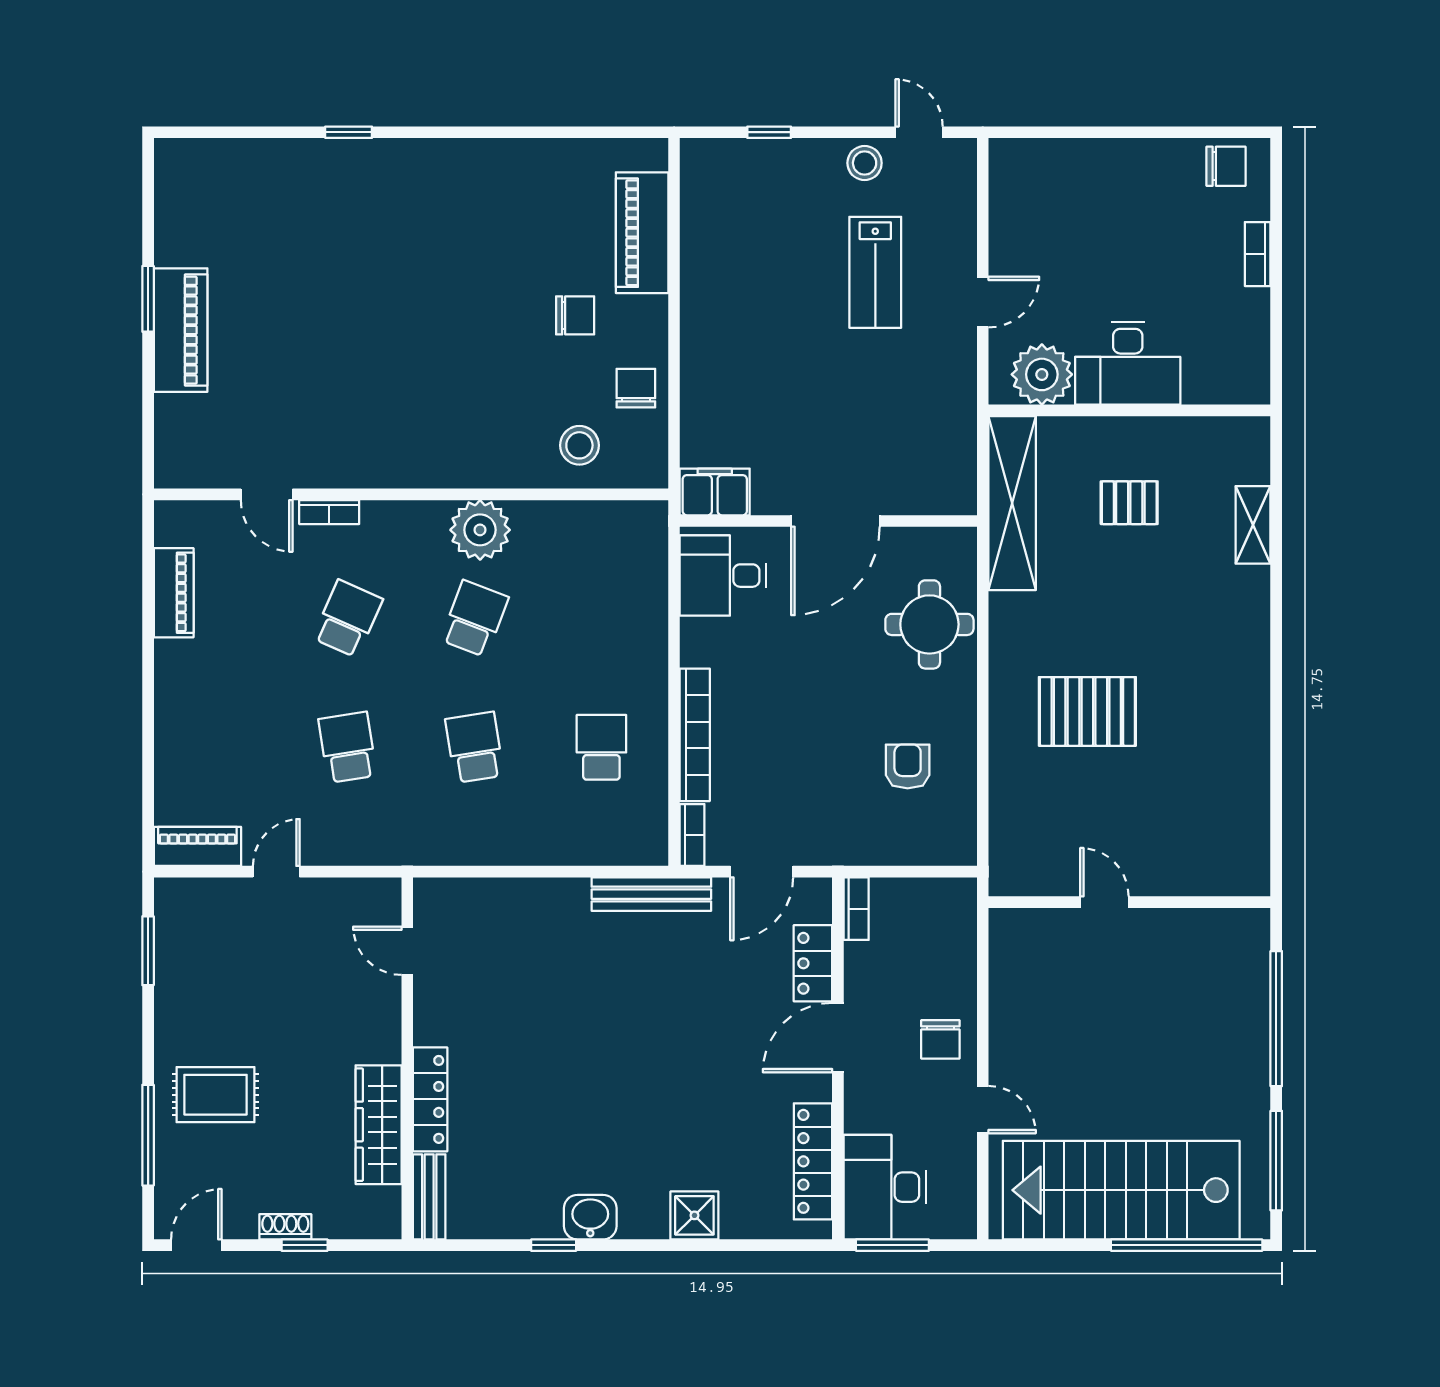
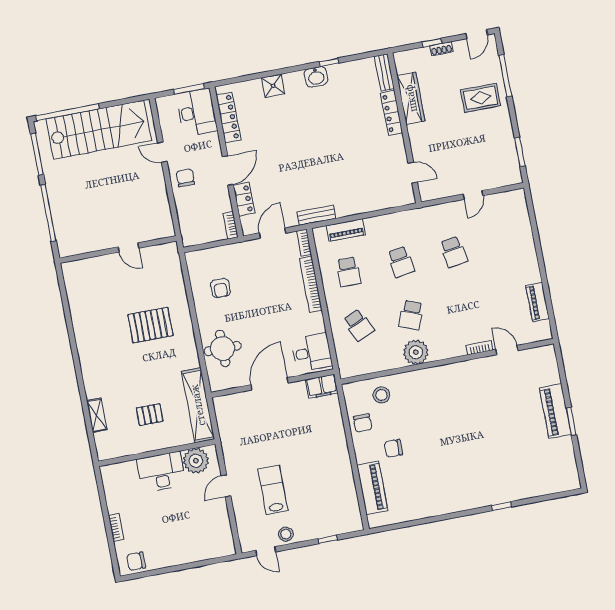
school desk: (348, 619) -> (359, 325), moved, turned -48
piano: (197, 846) -> (346, 230), moved
bench: (651, 894) -> (316, 215), width x0.73

